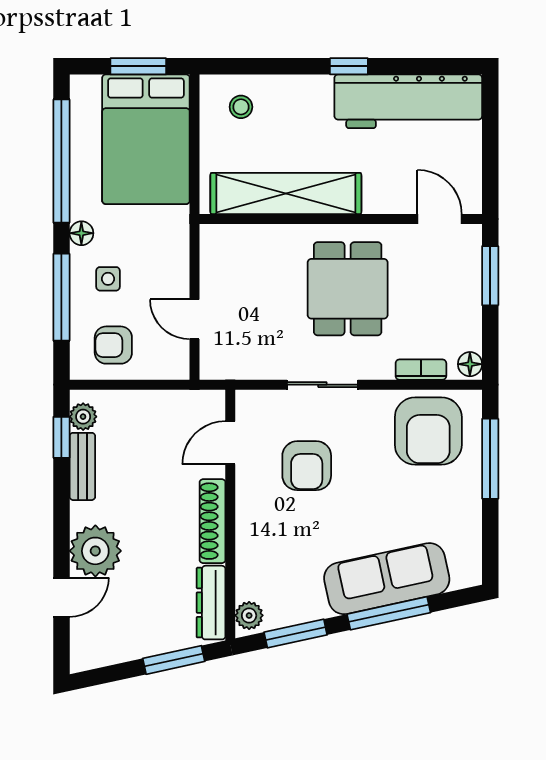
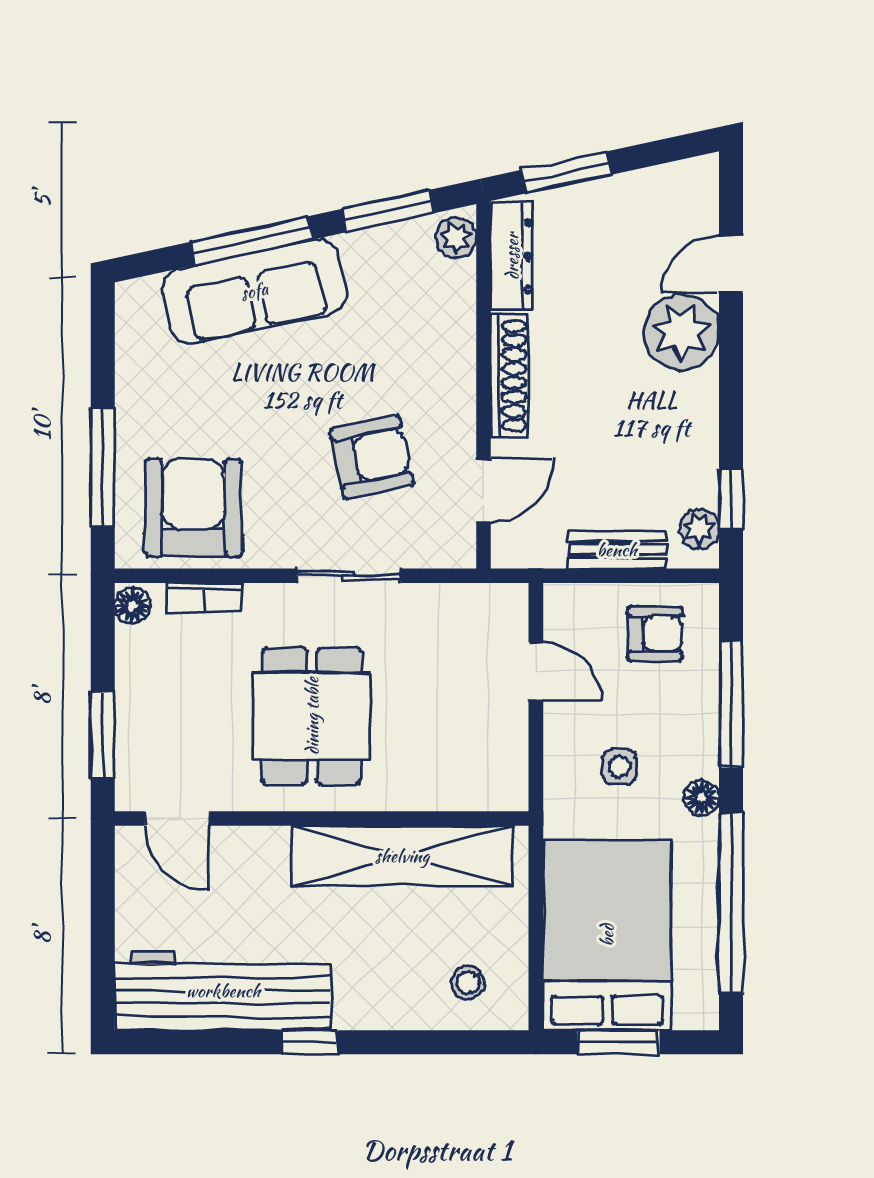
side table: (108, 279) -> (620, 767), moved
bench: (82, 466) -> (617, 550), moved, turned 90
armchair: (307, 466) -> (372, 457), turned 78

